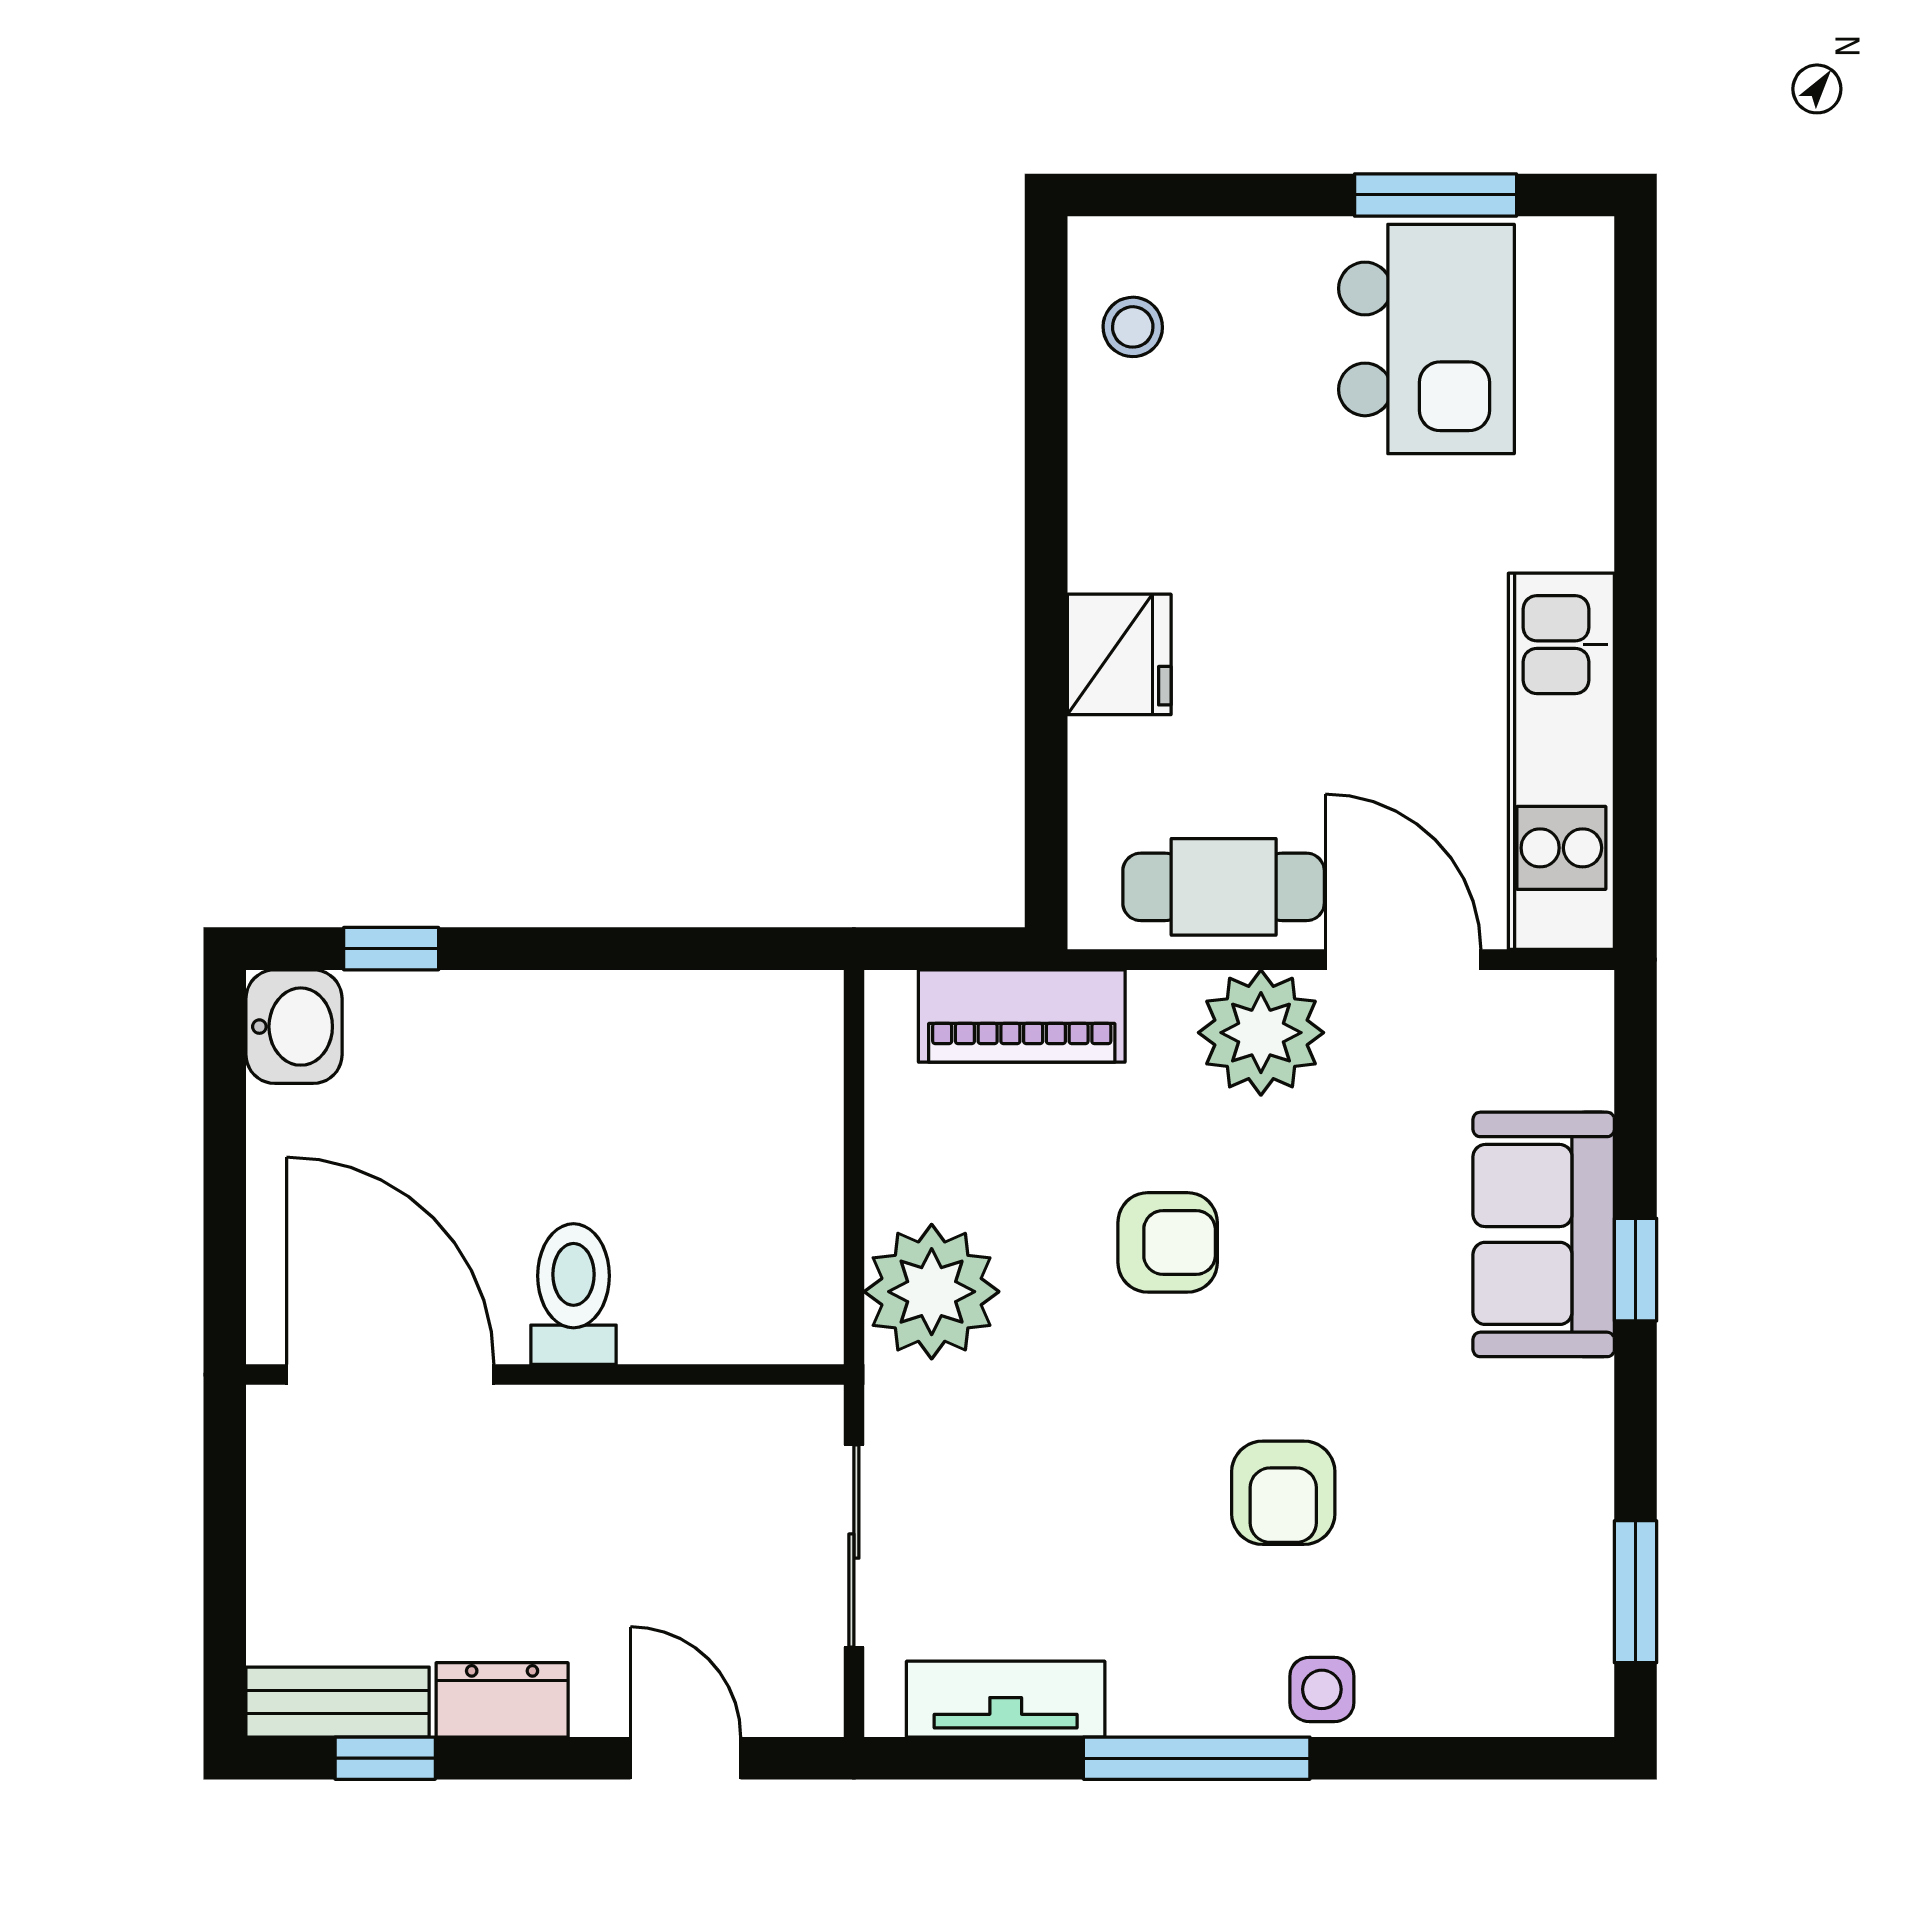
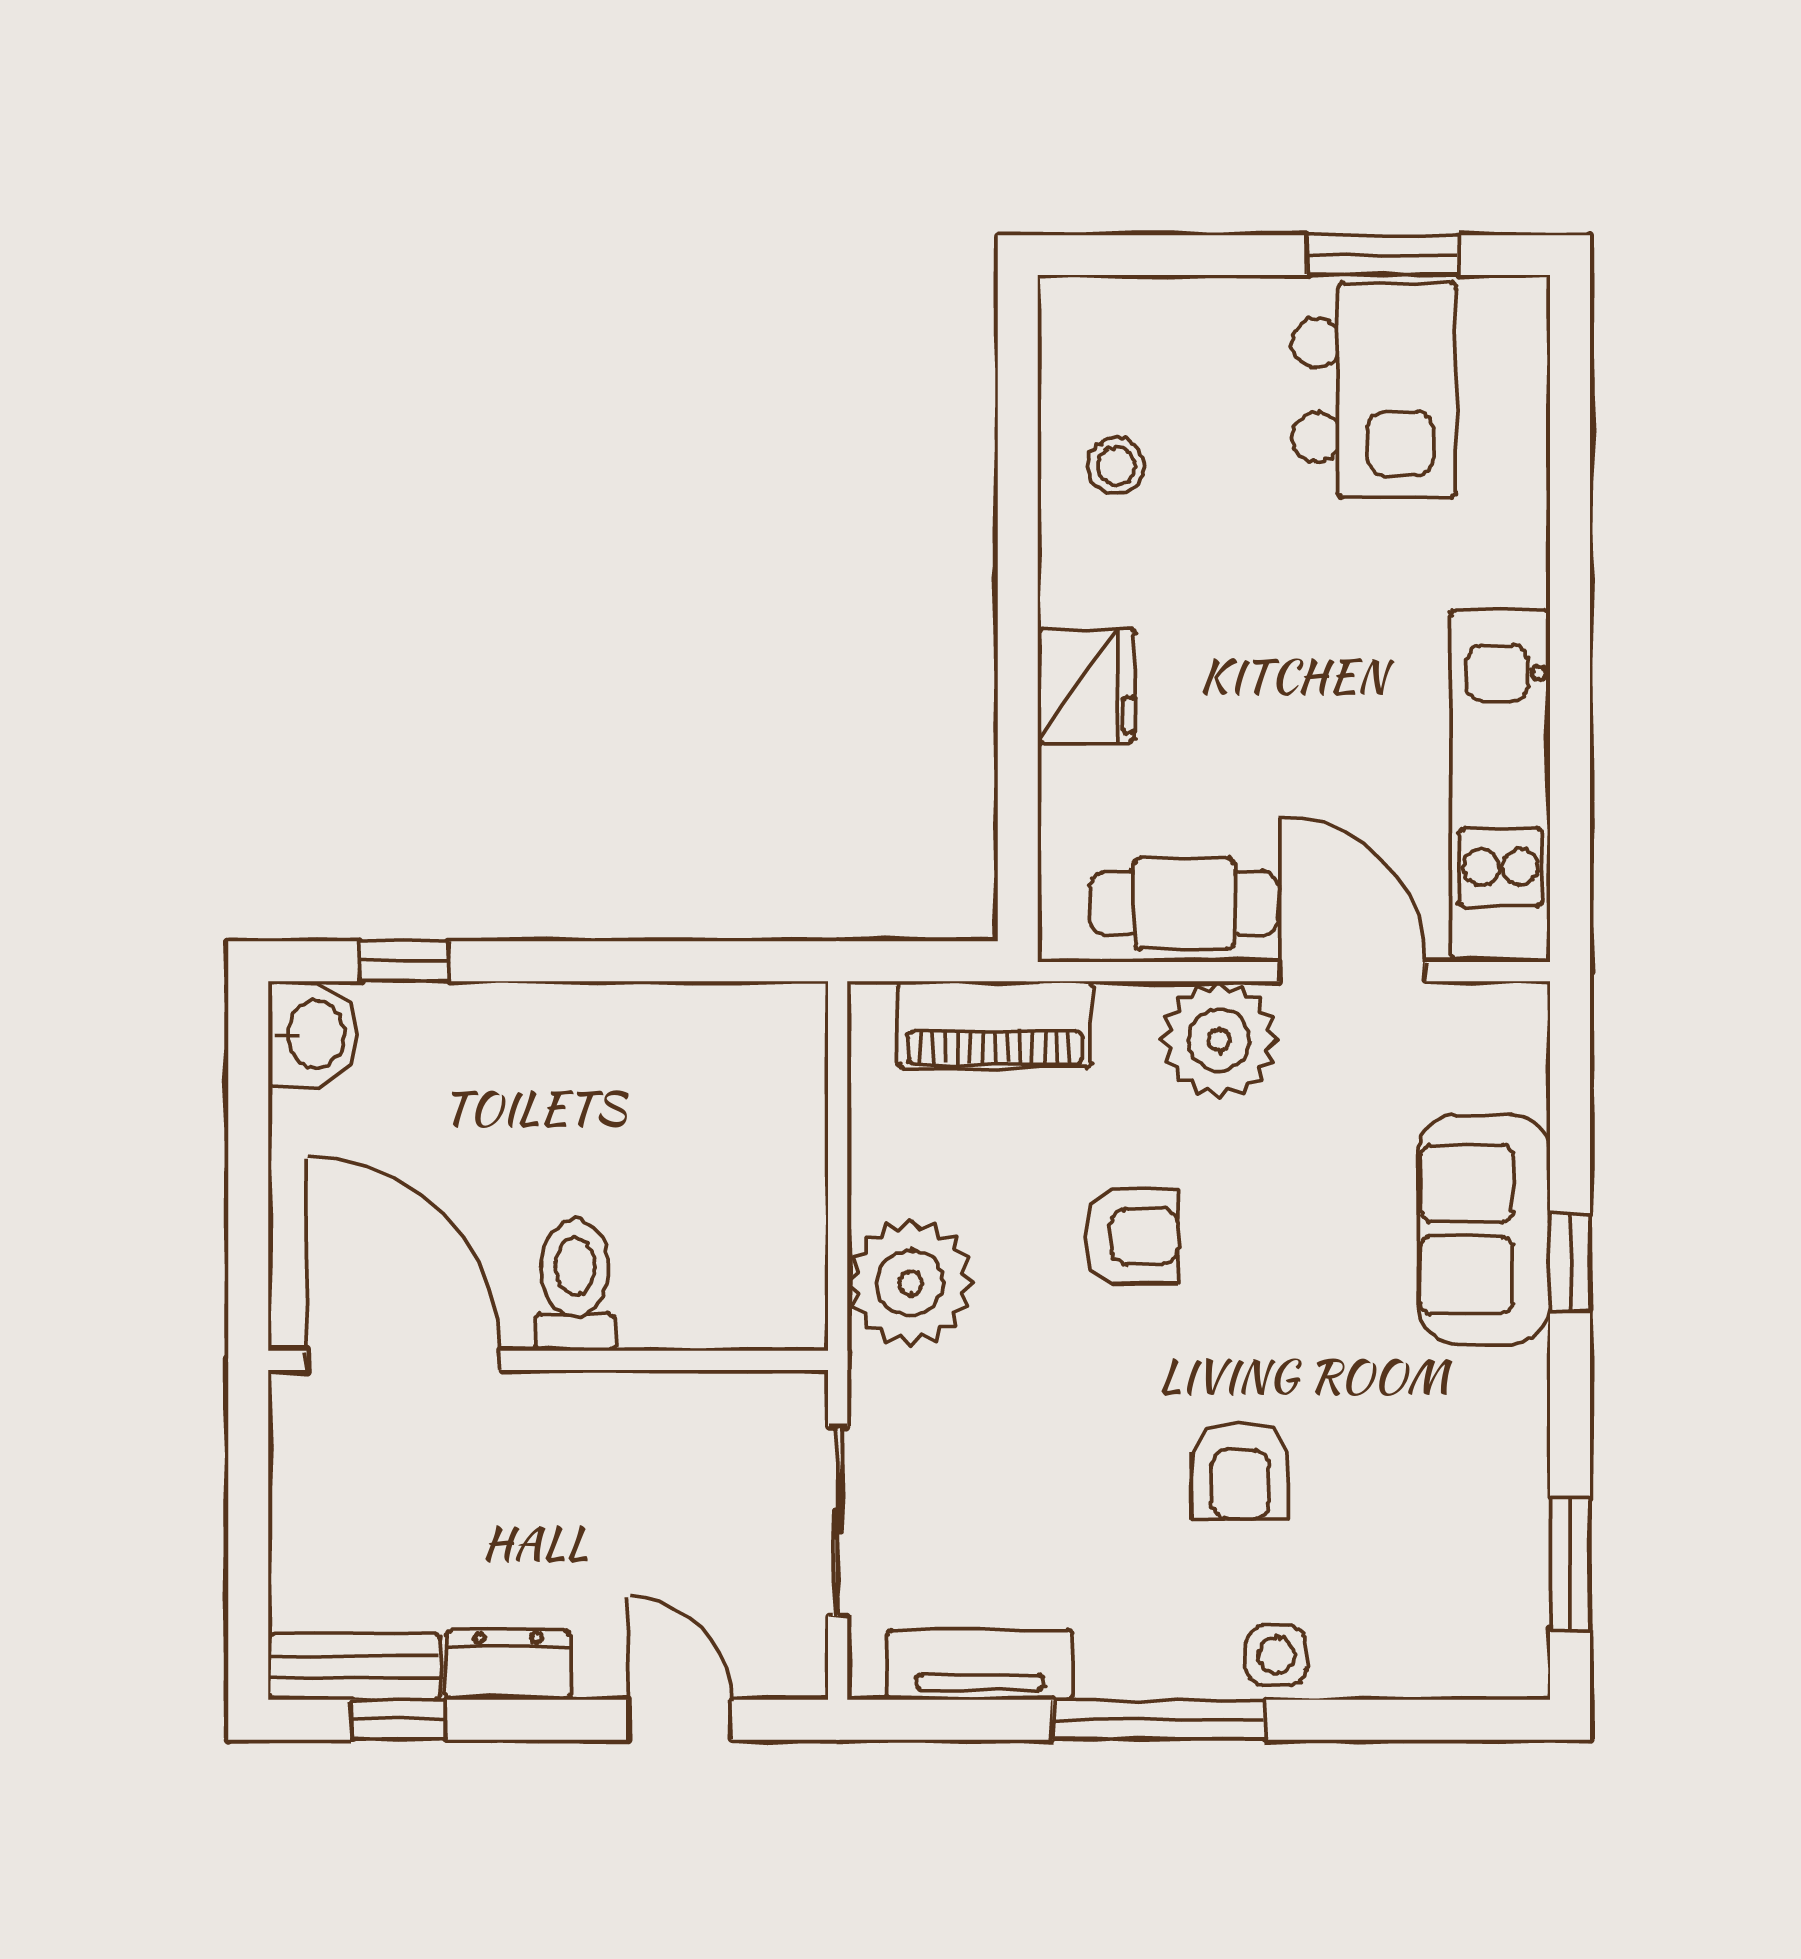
stool: (1133, 327) -> (1116, 466), moved

